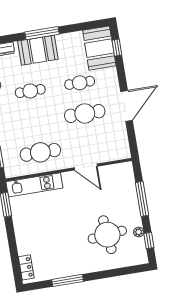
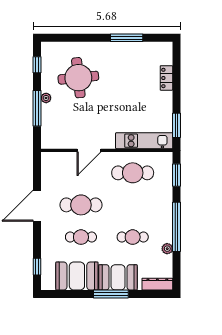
booth: (99, 48) -> (77, 276), moved, turned 90
door: (86, 167) -> (89, 150), swing flipped
plant: (139, 232) -> (46, 98), moved
locker: (26, 267) -> (166, 78), moved

